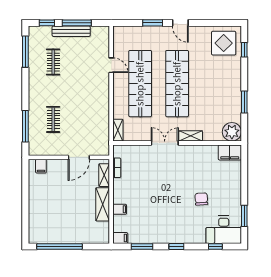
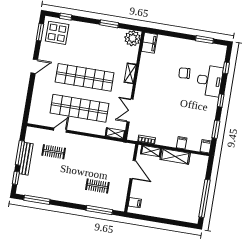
window: (153, 23) -> (40, 32), moved
clothes rail: (53, 62) -> (54, 152), moved
double door: (165, 143) -> (130, 111), moved
desk: (224, 230) -> (210, 81), moved

